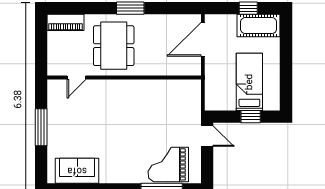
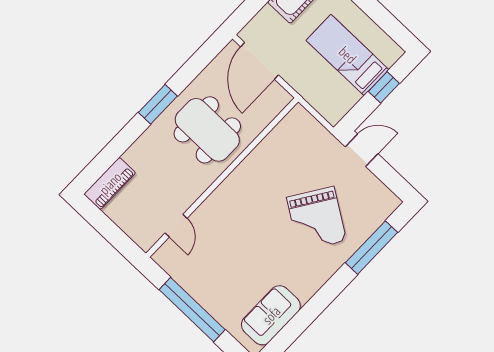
dining table: (114, 46) -> (207, 130), moved
window: (41, 127) -> (192, 310), width x1.46
grand piano: (168, 164) -> (317, 219), moved, turned -57

